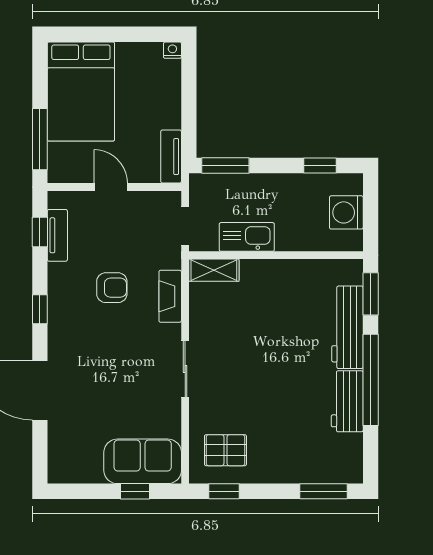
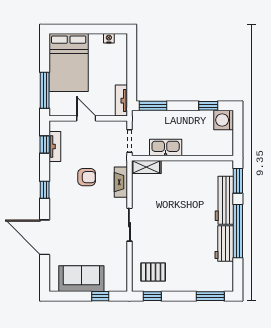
nightstand: (172, 50) -> (109, 38), moved
washing machine: (346, 212) -> (224, 120), moved
sofa: (143, 461) -> (81, 279), moved

